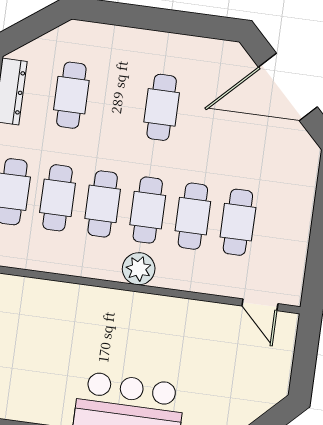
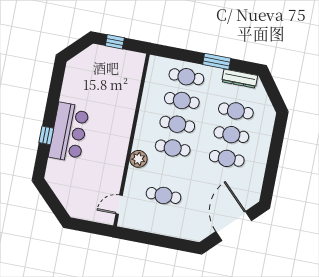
cafe table: (193, 216) -> (231, 135), moved
plant: (139, 269) -> (138, 159), moved

